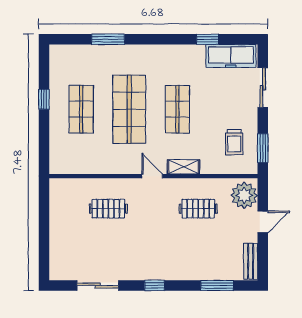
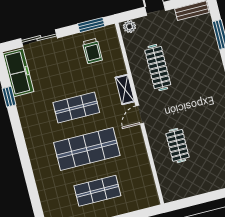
window: (108, 39) -> (31, 183), removed
trolley: (234, 142) -> (92, 51), turned 90
plant: (244, 195) -> (129, 27), width x0.53, depth x0.53
clothes rail: (198, 209) -> (158, 68), width x1.36

